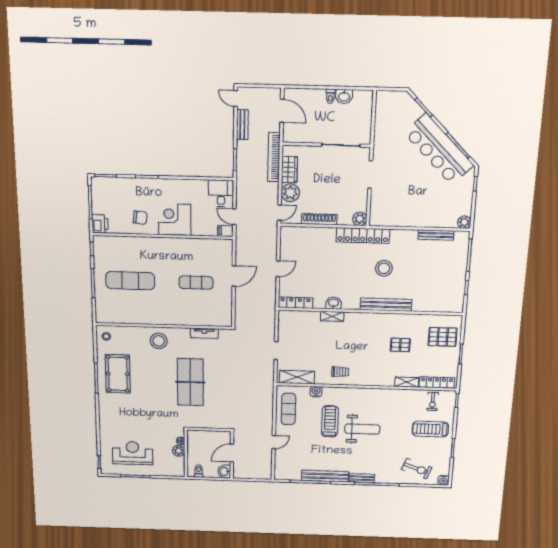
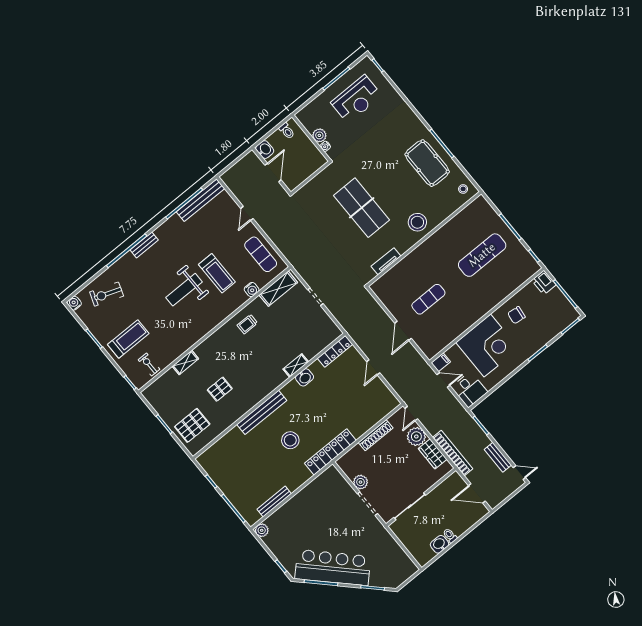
plant: (360, 219) -> (360, 482), moved
corner desk: (175, 220) -> (487, 346), width x1.36, depth x1.36
locker: (437, 383) -> (161, 383), removed
bench: (325, 476) -> (200, 200), moved

